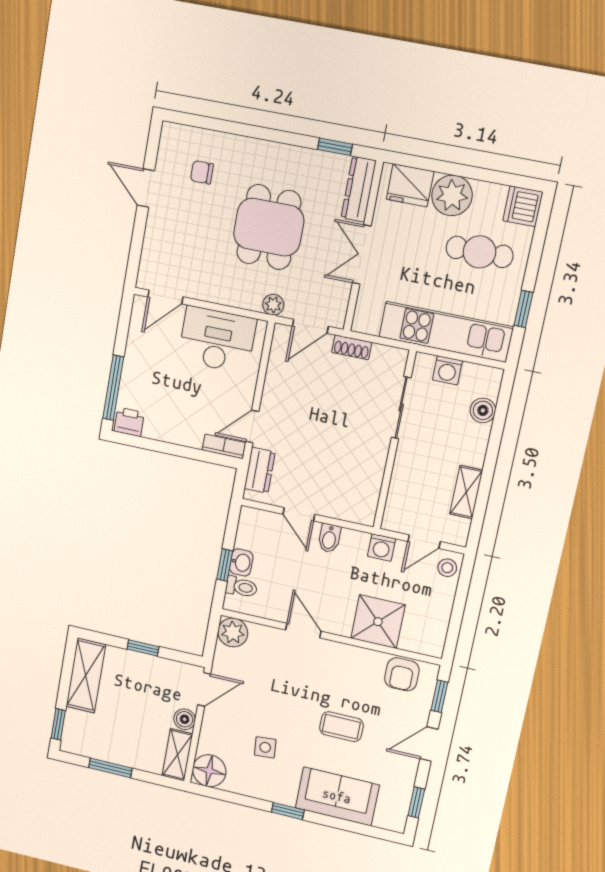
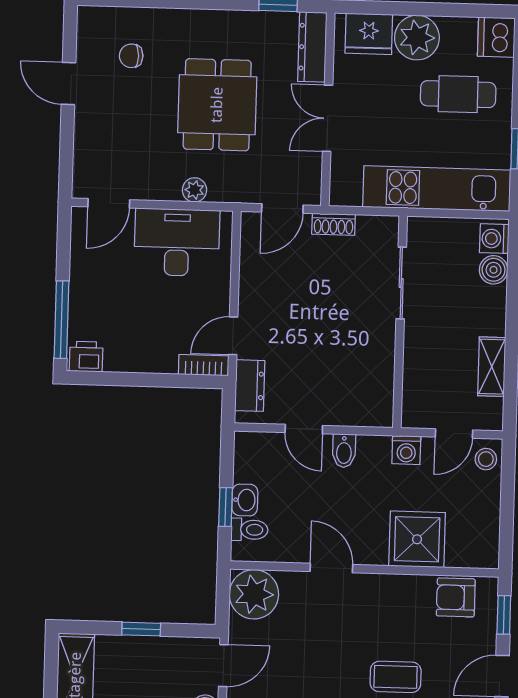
plant: (273, 305) -> (194, 190), moved
washing machine: (447, 370) -> (494, 239), moved, turned 90
plant: (233, 632) -> (254, 594), width x1.36, depth x1.36
armchair: (402, 674) -> (456, 597), turned 90

